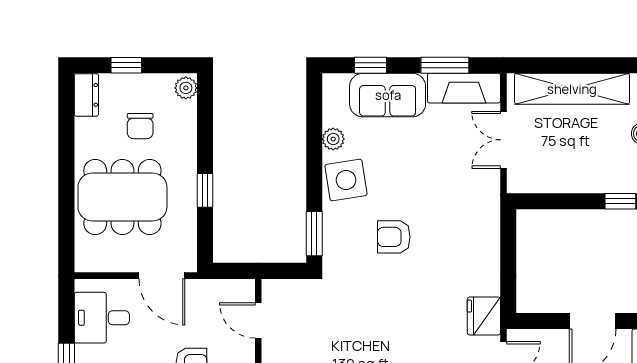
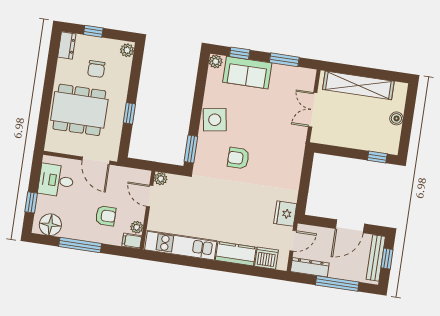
fireplace: (464, 88) -> (294, 75), removed
plant: (333, 139) -> (216, 62), moved
plant: (272, 289) -> (161, 179), added

